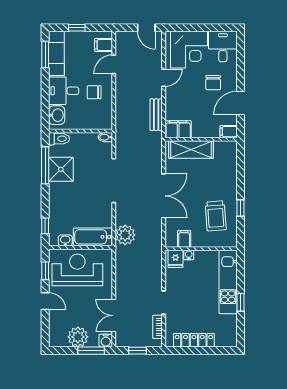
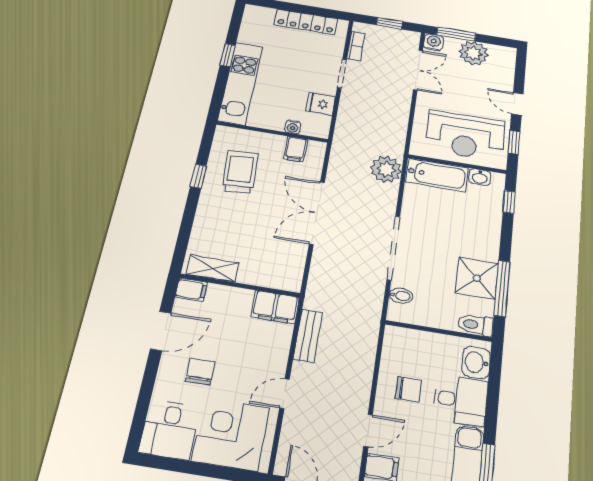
bidet: (105, 137) -> (401, 296), moved
shelving: (191, 150) -> (213, 268), moved, width x0.67, depth x0.75
fridge: (175, 259) -> (321, 104), moved, turned -90

